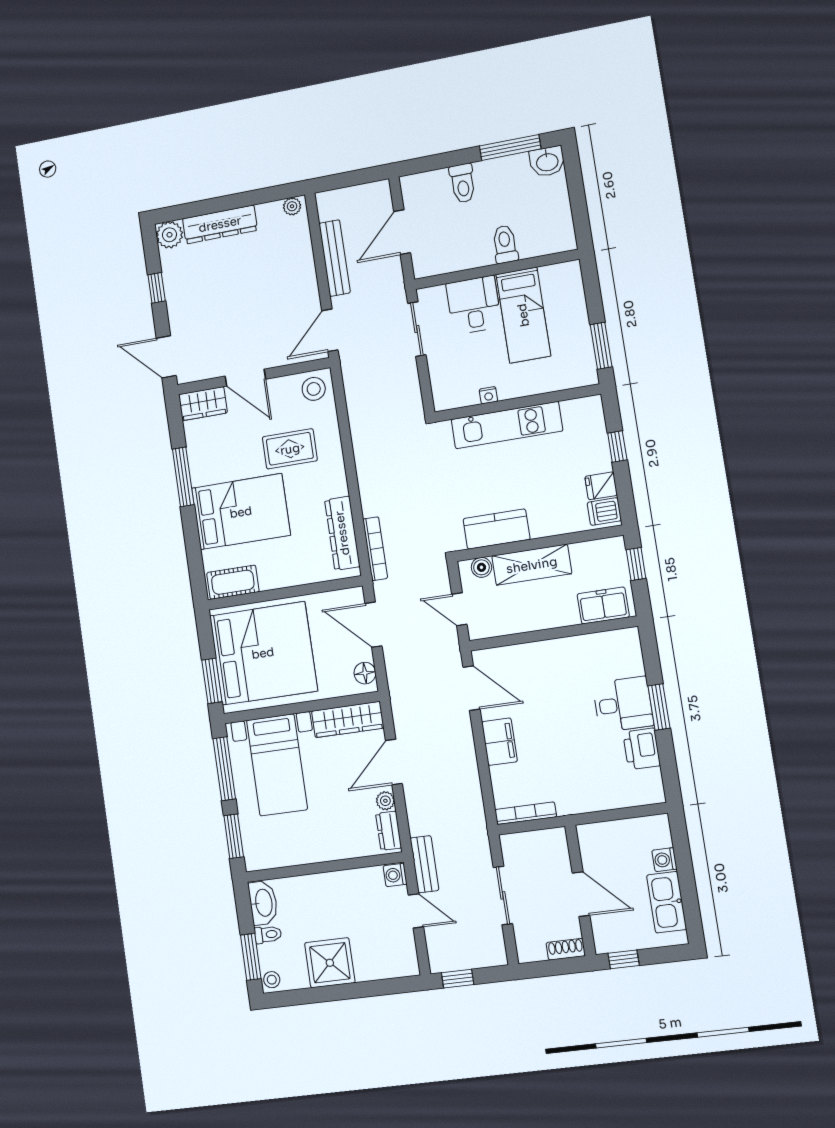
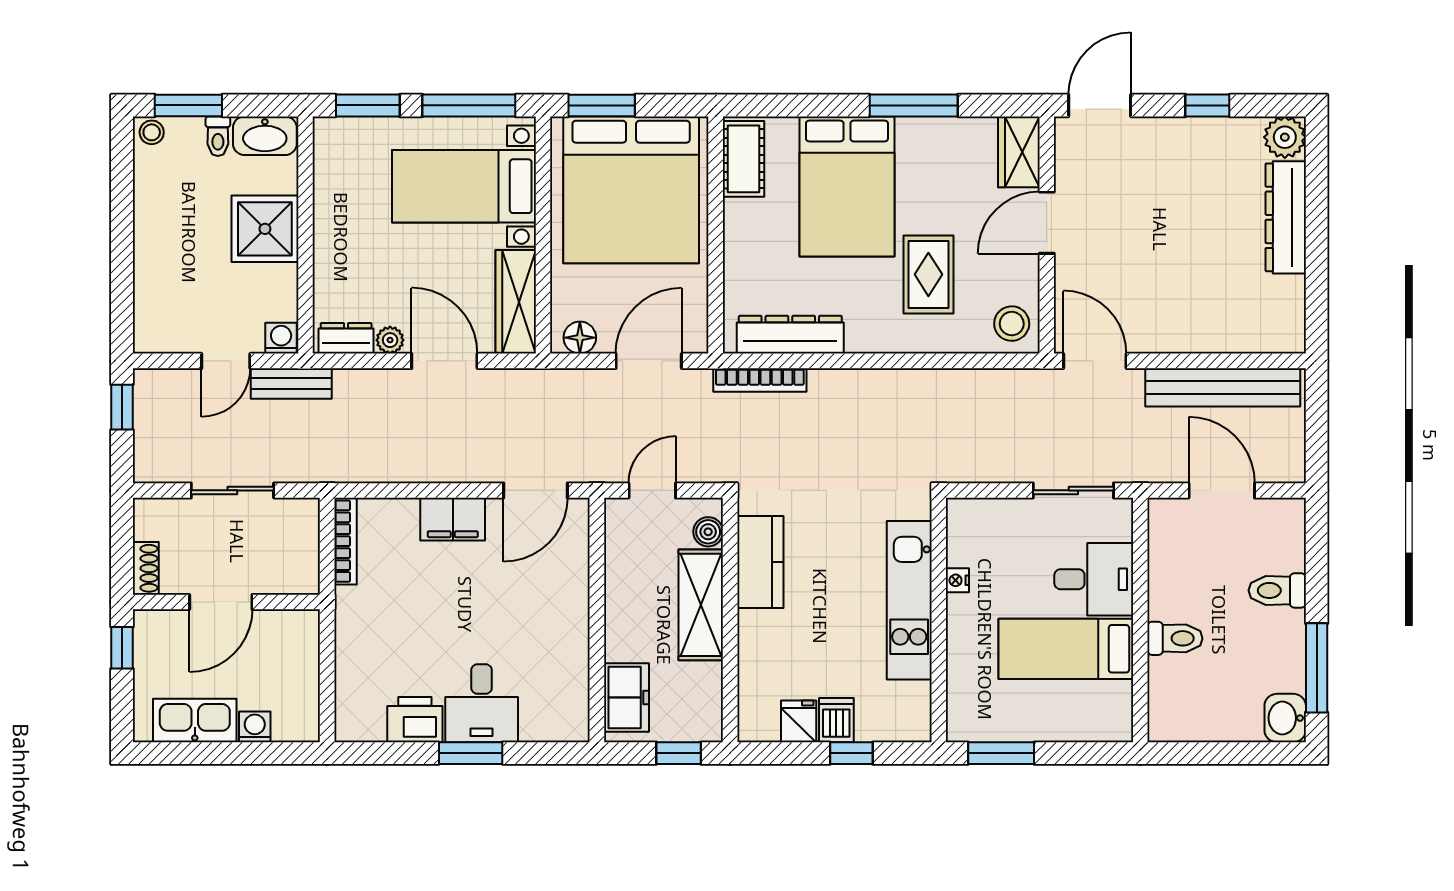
plant: (292, 206) -> (1292, 331), removed
bench: (335, 258) -> (1223, 387), width x1.37, depth x1.21
dishwasher: (604, 512) -> (836, 720), moved
shower: (330, 963) -> (265, 229), moved

